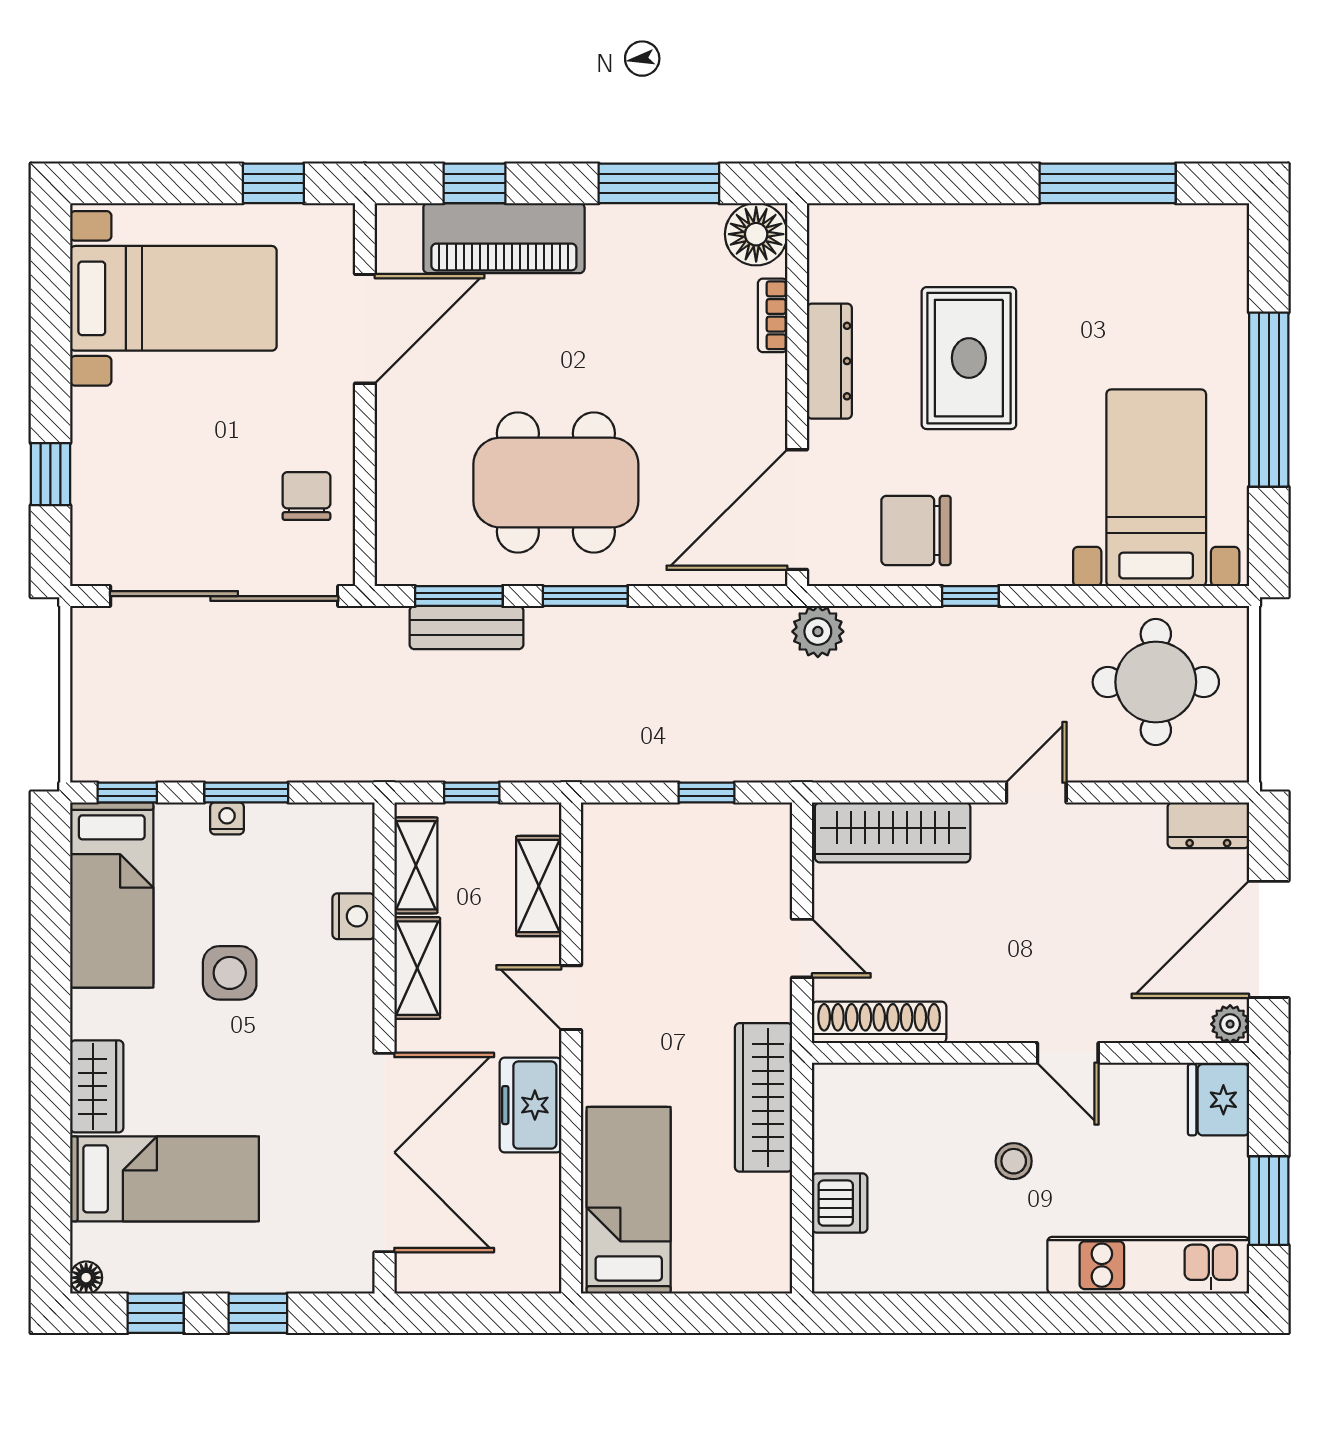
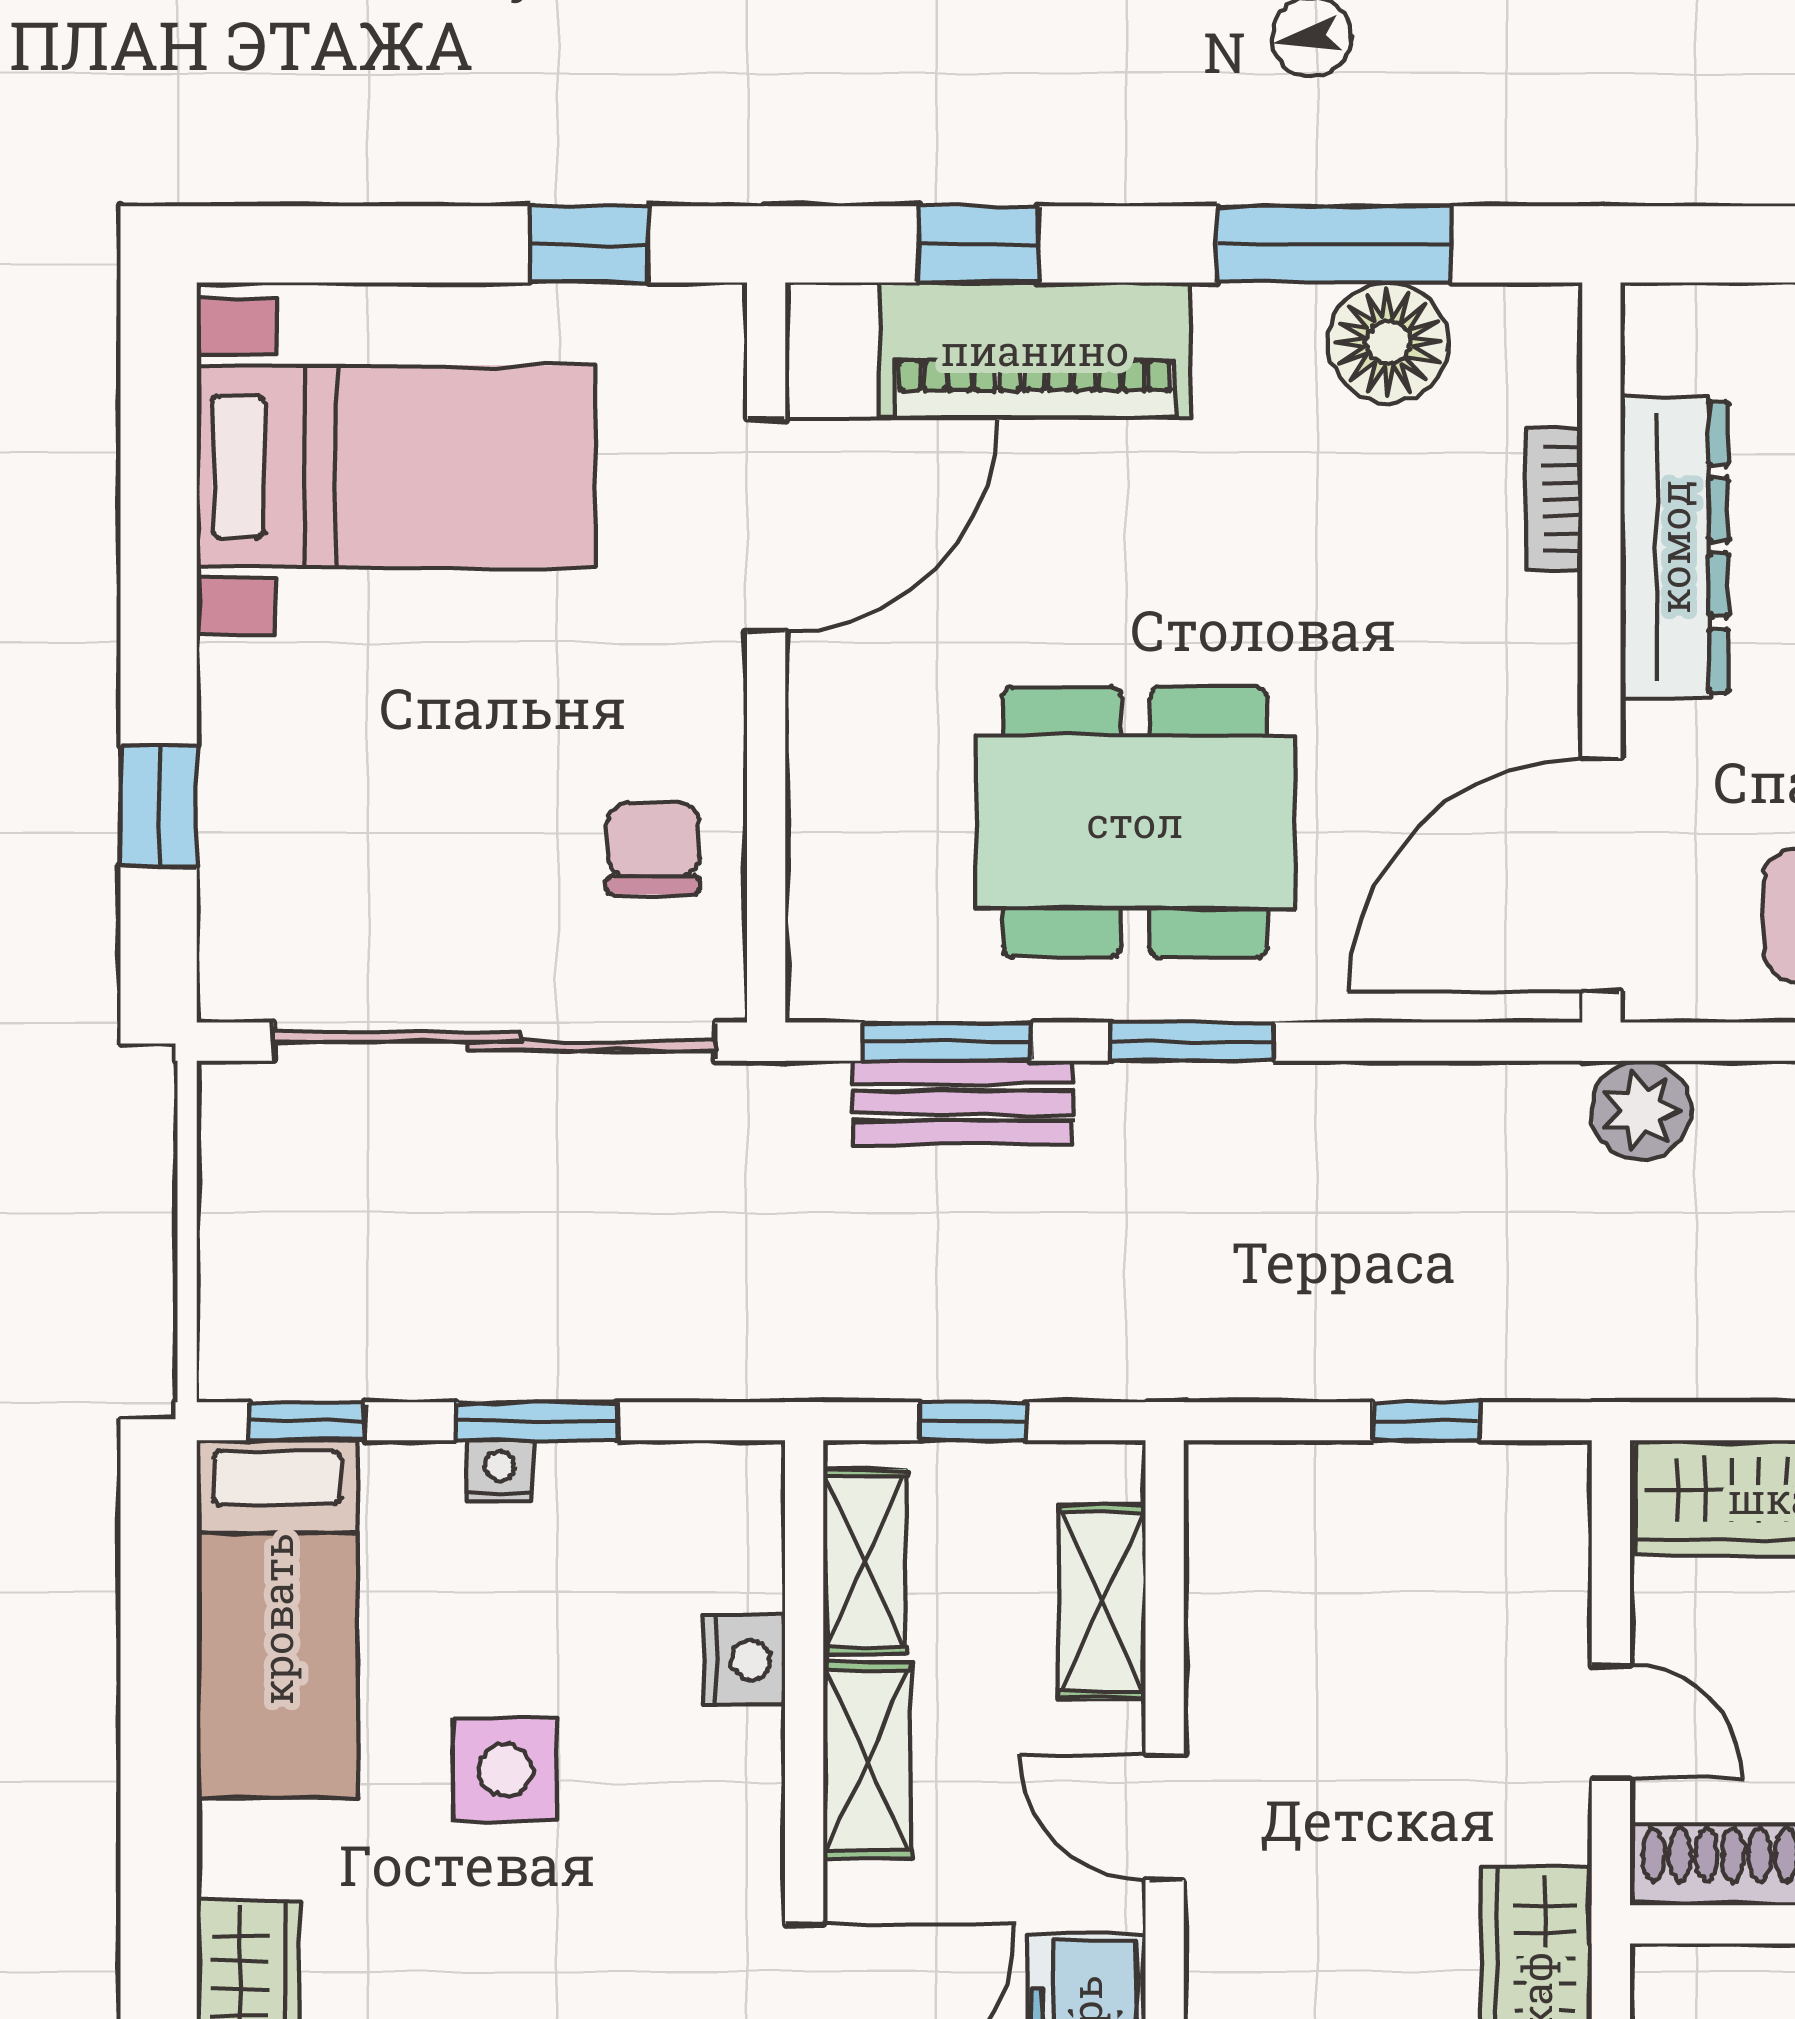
floor lamp: (756, 234) -> (1388, 343), moved
dresser: (829, 361) -> (1674, 547), width x1.37, depth x1.24

